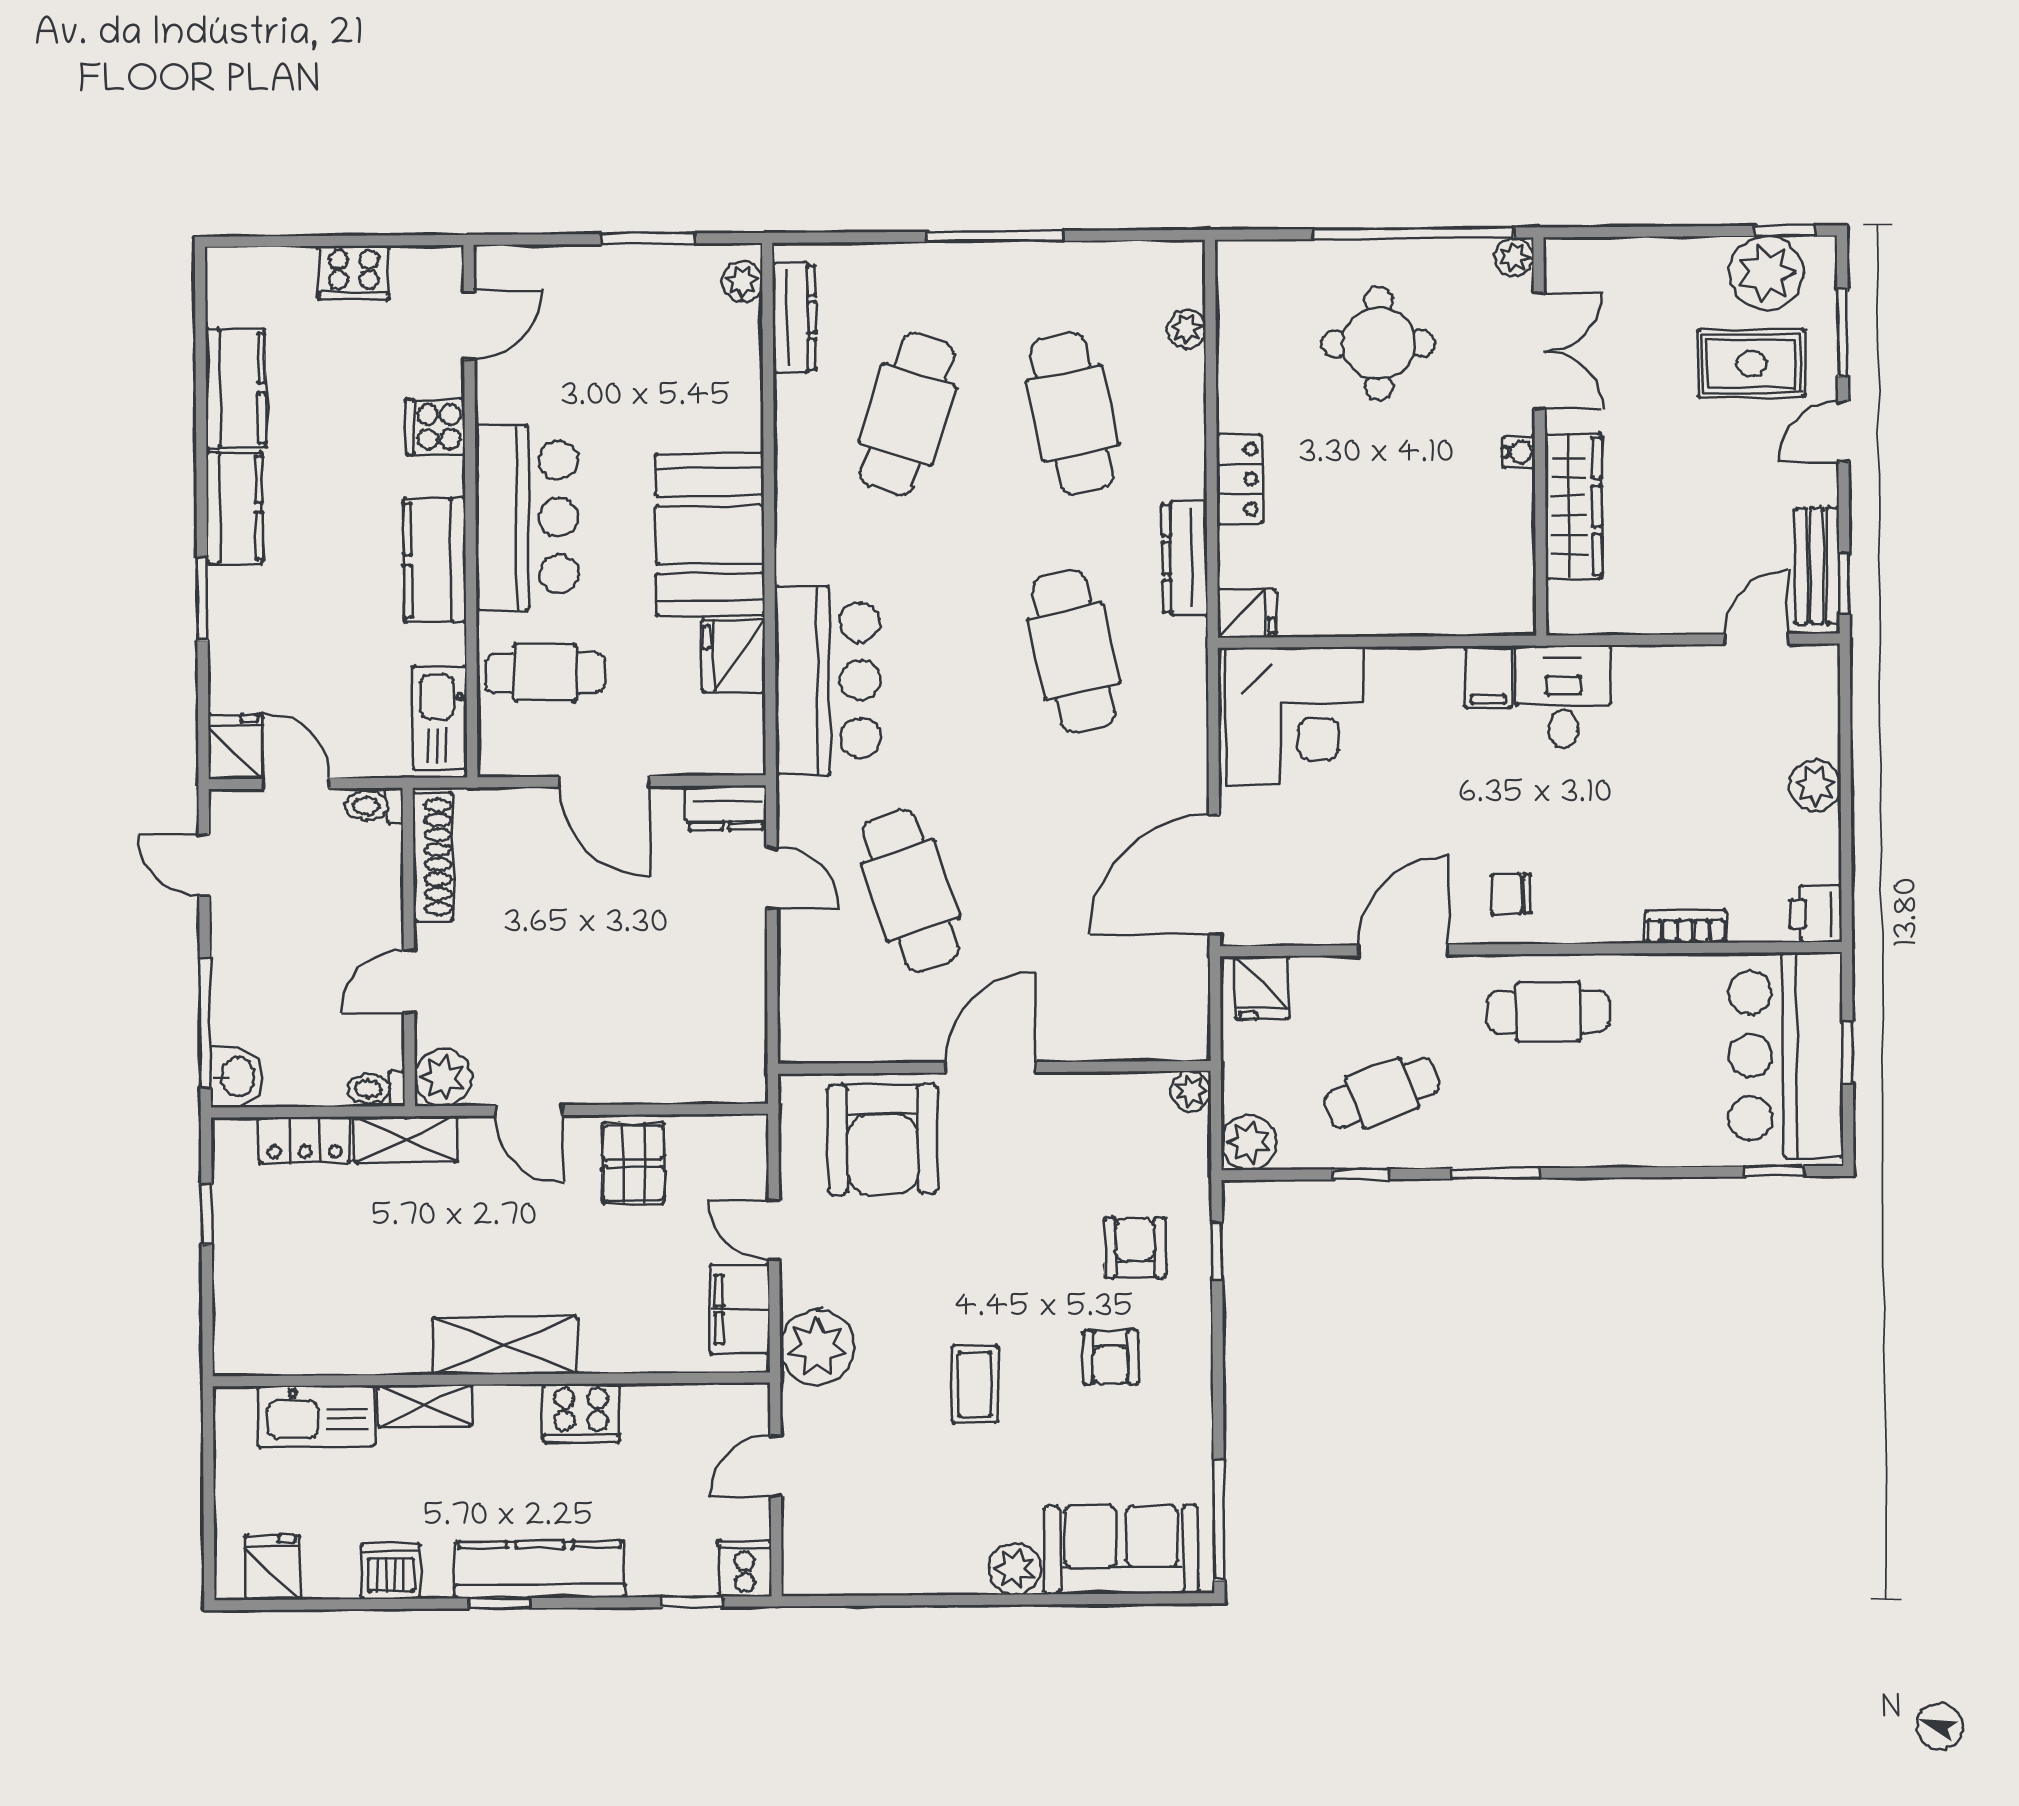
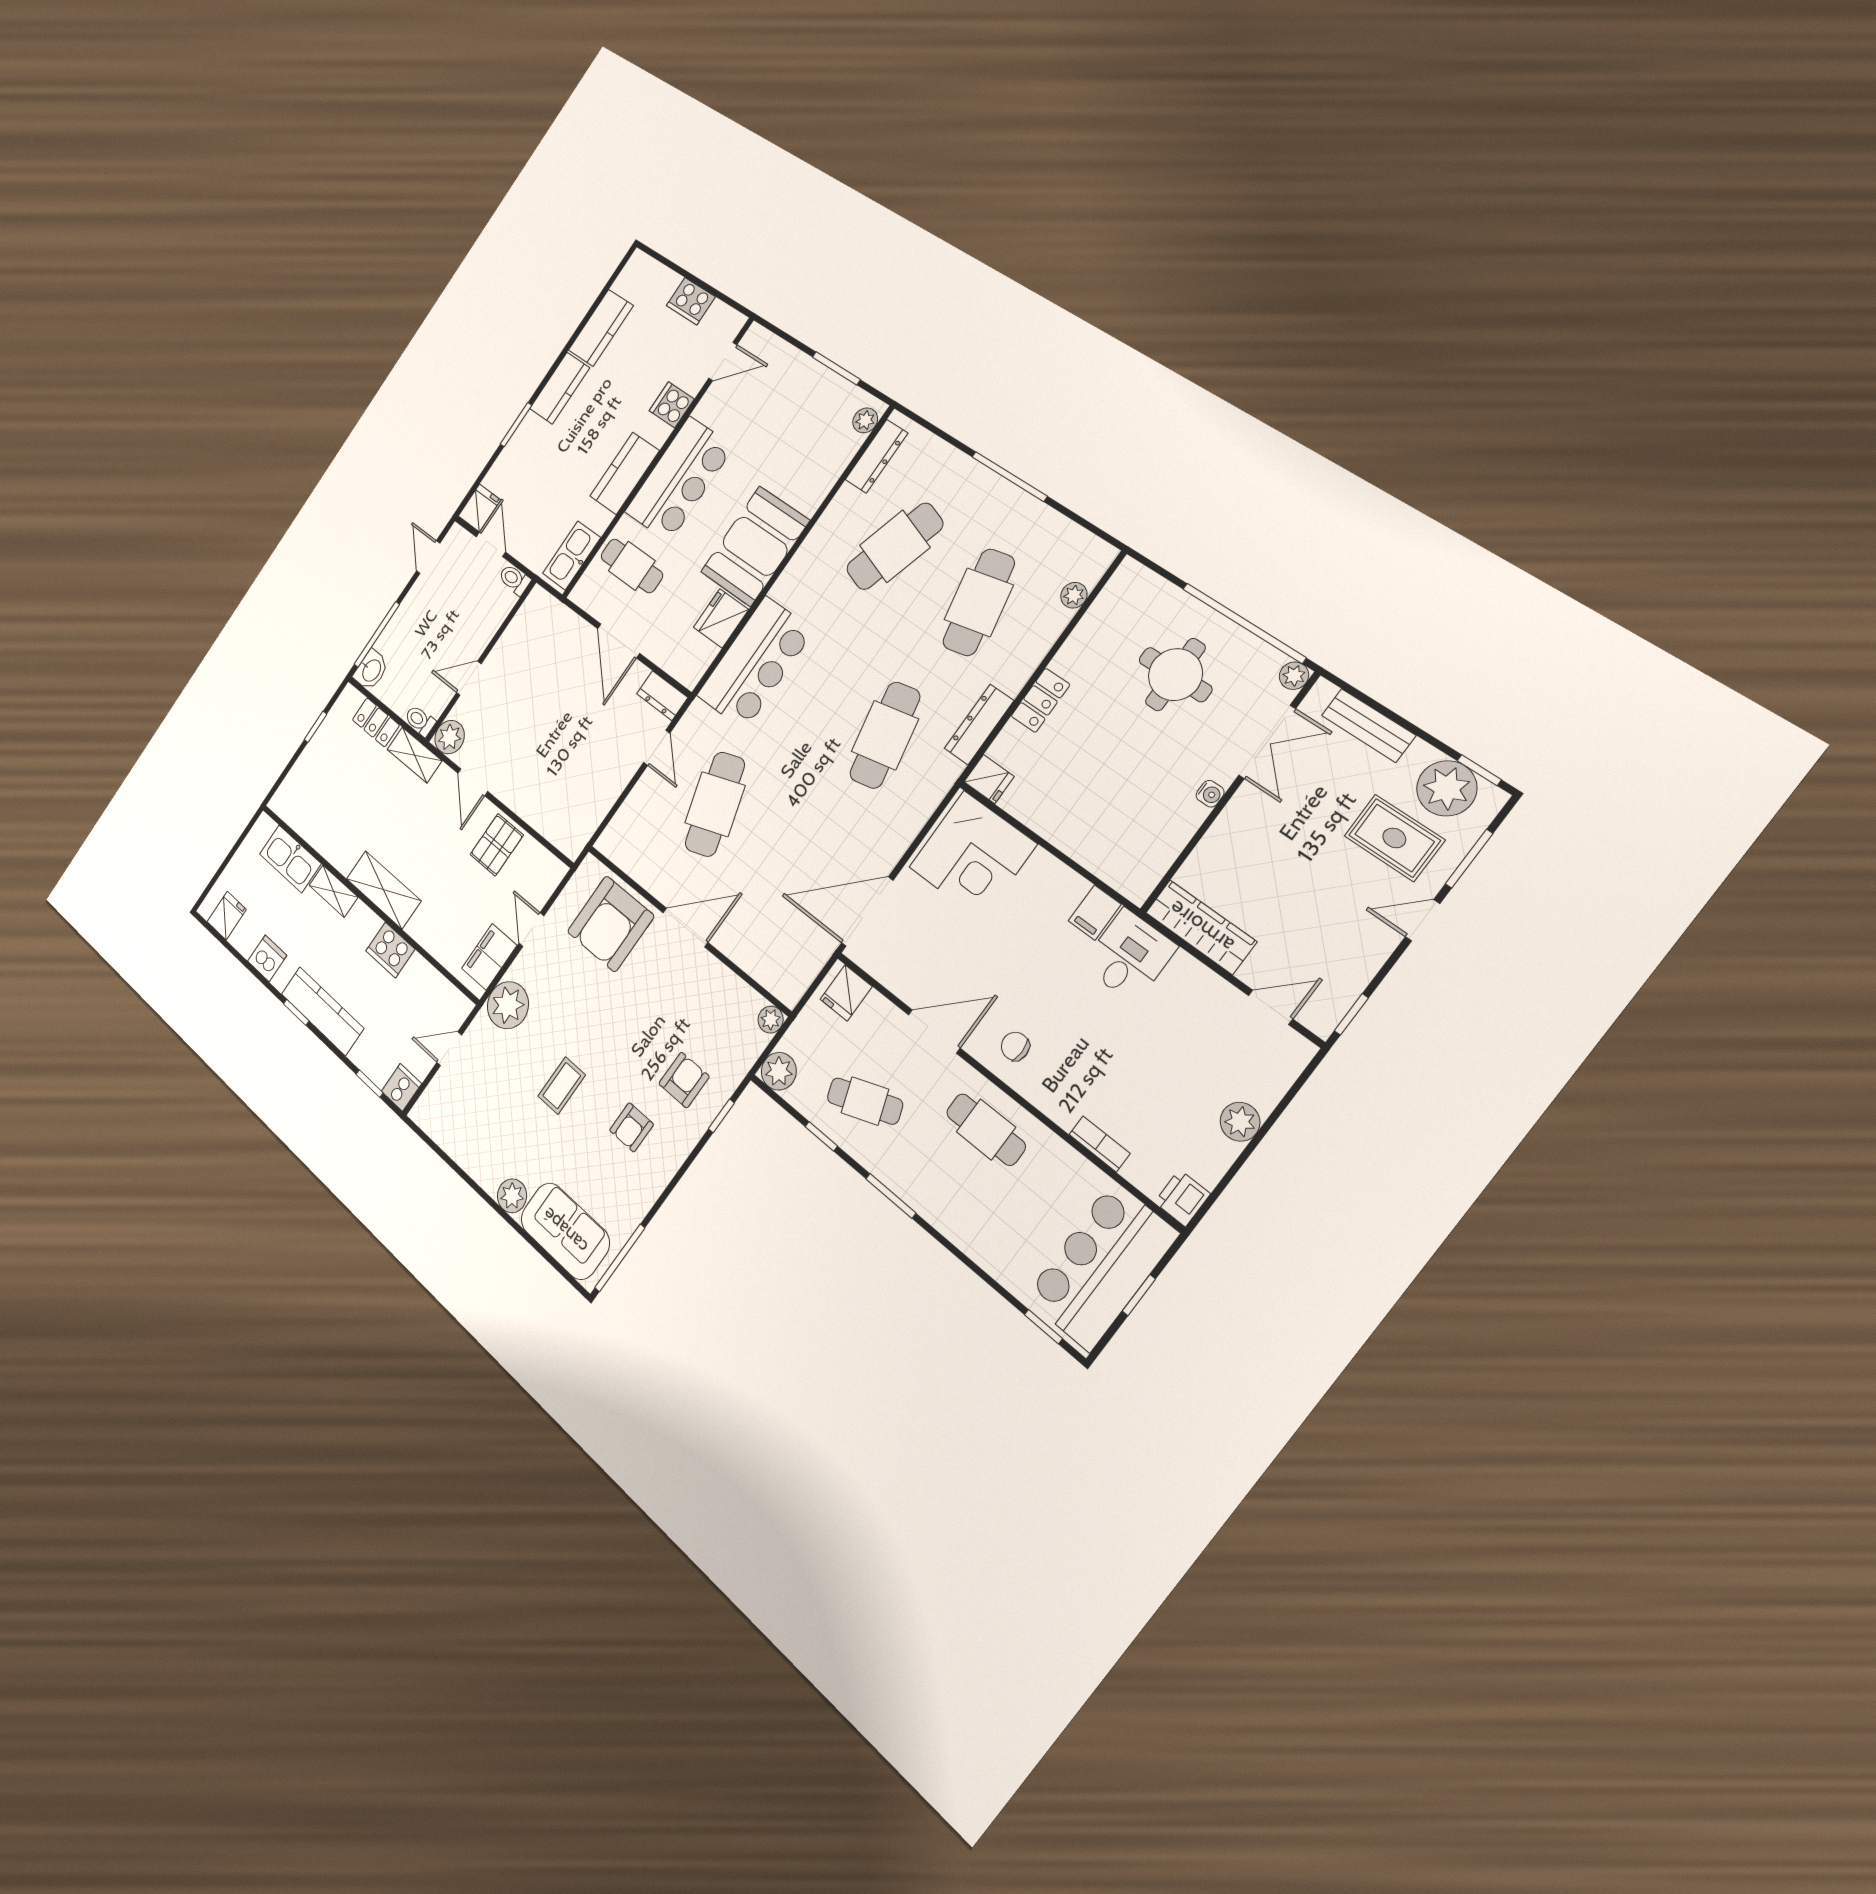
wardrobe: (1573, 506) -> (1201, 927), moved, turned -90
bench: (1817, 566) -> (1368, 725), moved, turned 90
shoe rack: (433, 857) -> (521, 624), removed

